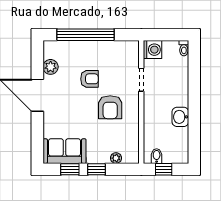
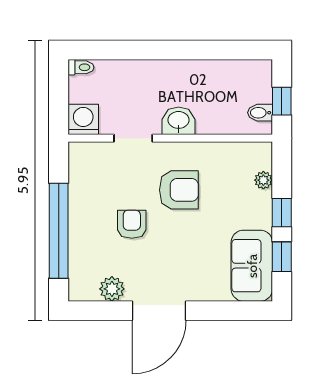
washbasin: (180, 117) -> (179, 121), moved, turned 180

